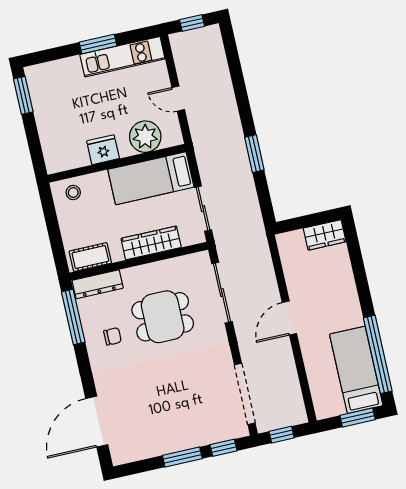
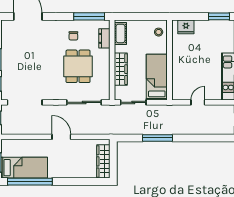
plant: (145, 137) -> (181, 79), removed
fridge: (103, 150) -> (186, 27), moved, turned 90
window: (254, 154) -> (158, 138), width x1.44
wardrobe: (325, 235) -> (103, 161), width x1.50
dresser: (98, 284) -> (104, 38), width x0.70

